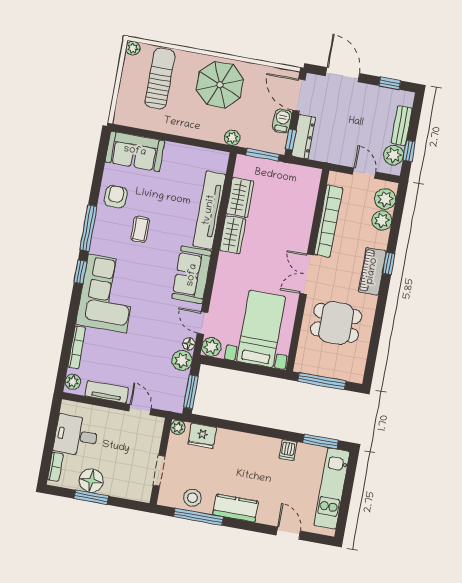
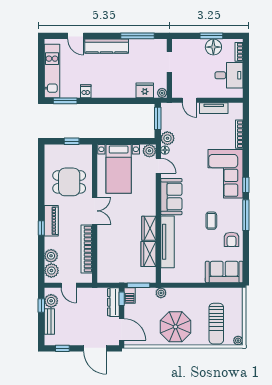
barbecue: (282, 121) -> (130, 296), moved
window: (322, 381) -> (72, 141), width x0.46
plant: (73, 382) -> (238, 111), removed
stool: (192, 498) -> (144, 48), removed
kitchen counter: (236, 508) -> (107, 46), width x1.50

